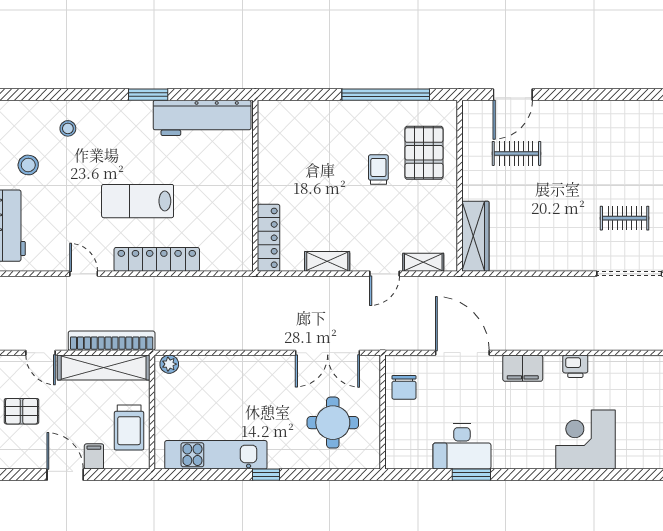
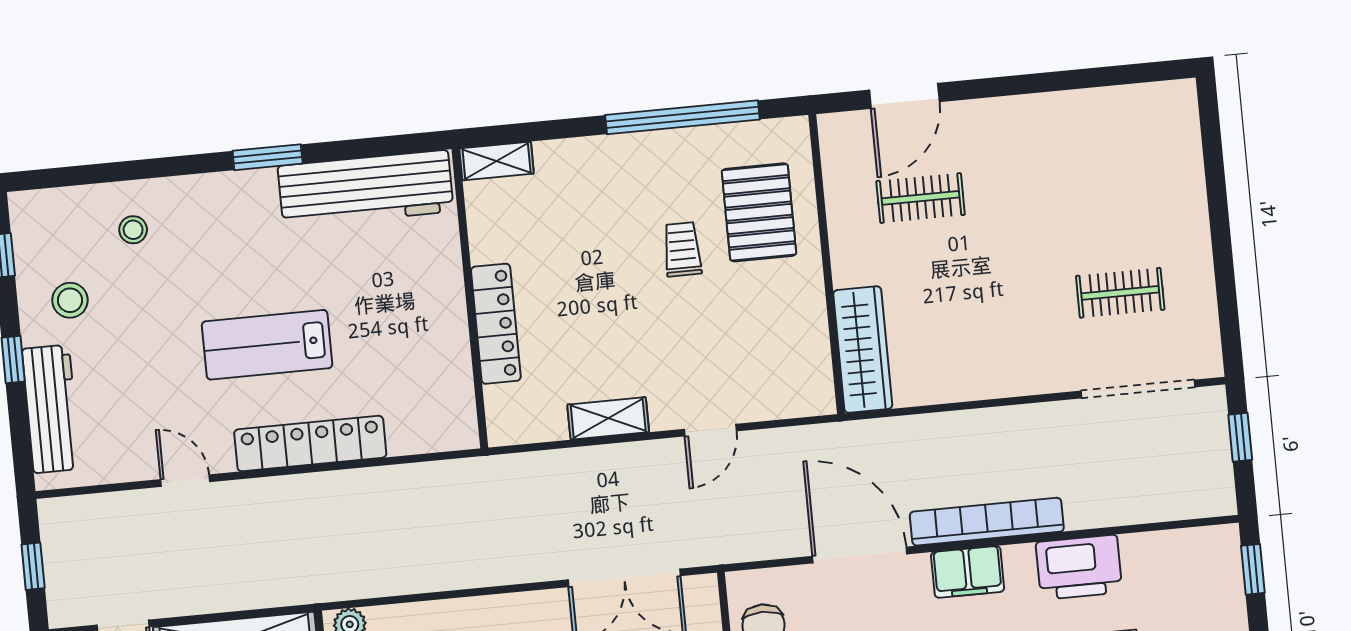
locker: (269, 238) -> (496, 324), moved
shelving: (423, 262) -> (497, 161), moved
bookcase: (112, 341) -> (987, 522), moved
printer: (575, 366) -> (1079, 567), width x1.87, depth x1.48

